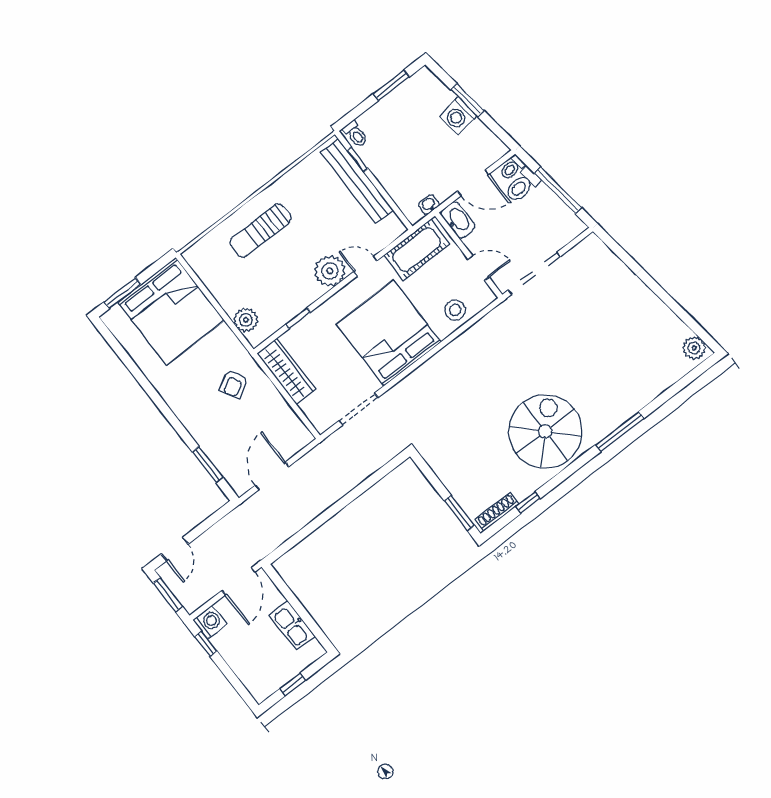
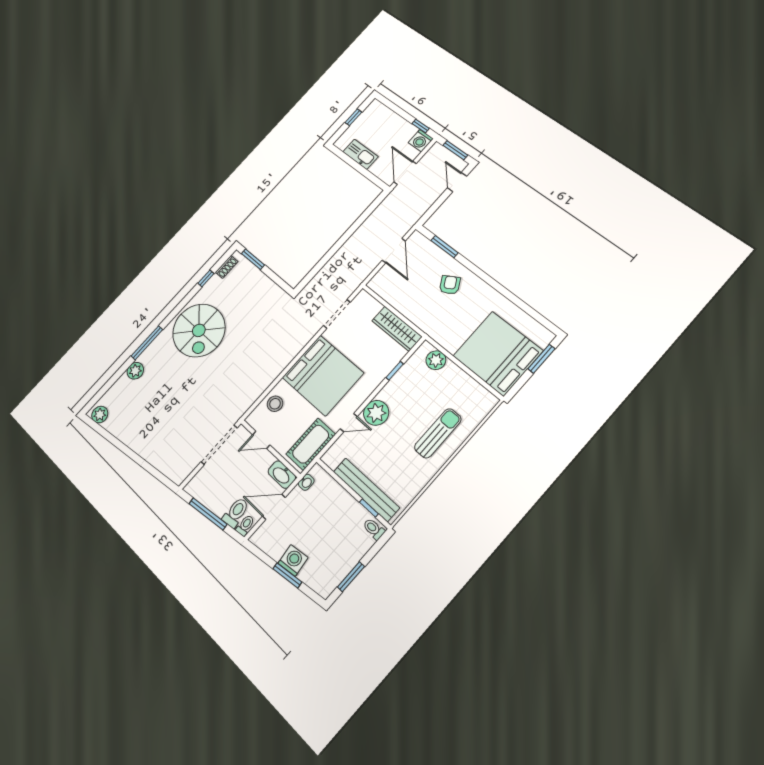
armchair: (234, 384) -> (450, 285), moved
plant: (639, 396) -> (135, 371), added
shoe rack: (497, 512) -> (227, 267), width x0.70

